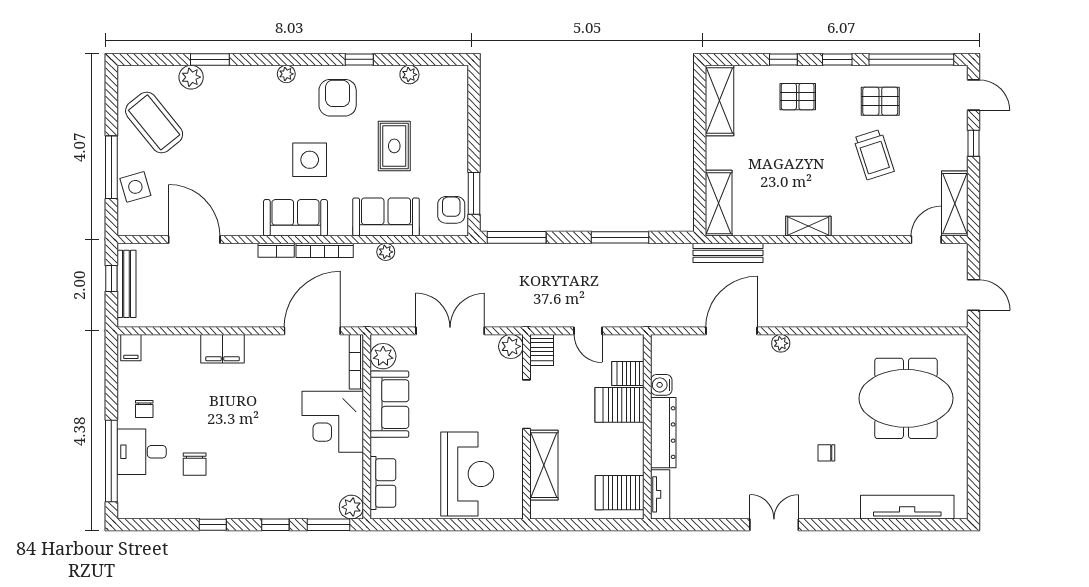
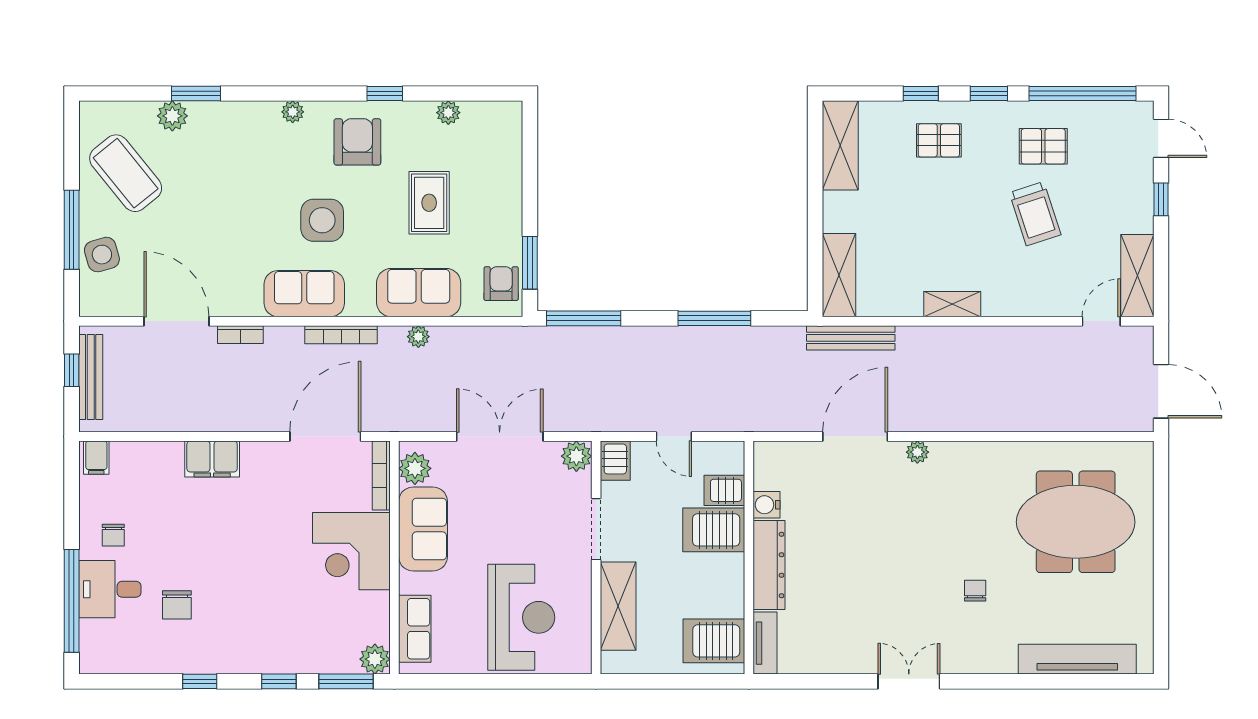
bookcase: (276, 250) -> (240, 335), moved
door: (973, 295) -> (1161, 391), width x1.38
chair: (826, 453) -> (975, 591), turned 90

